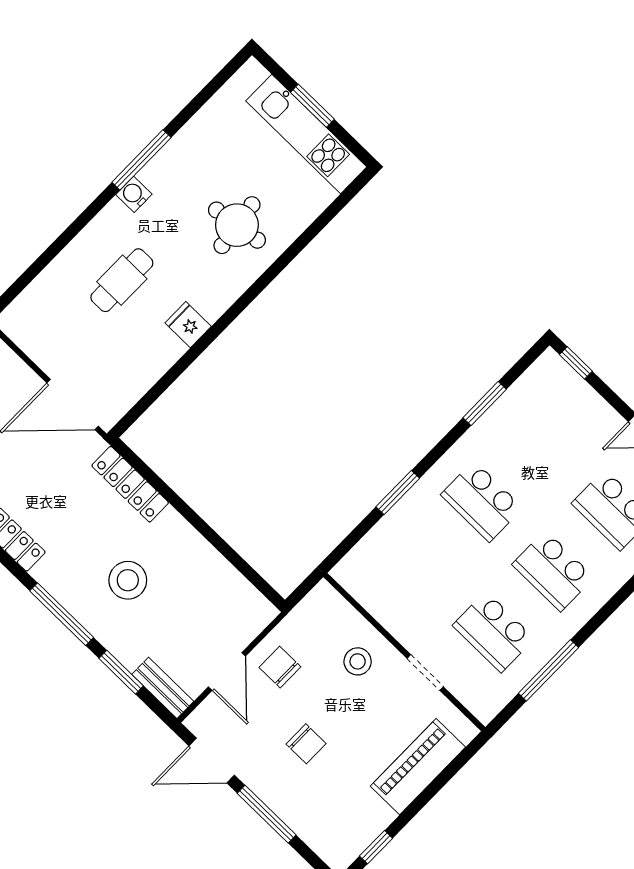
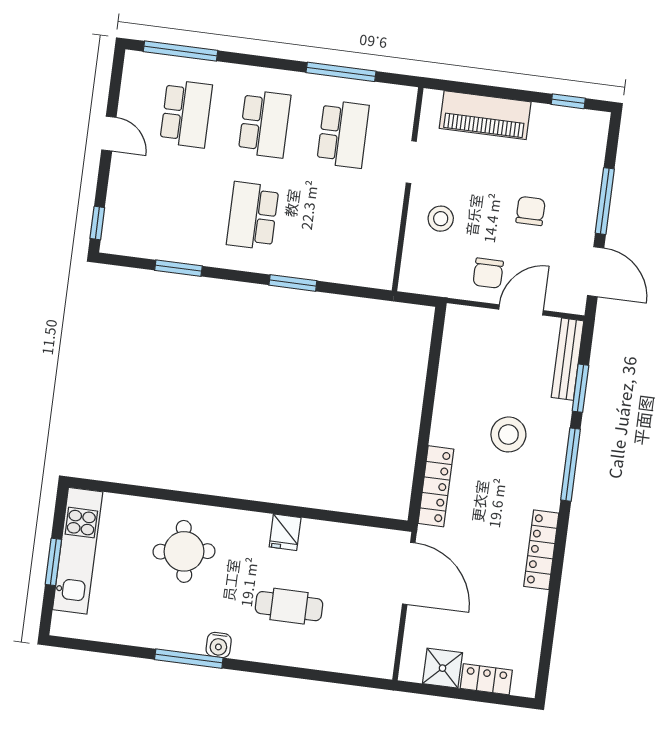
school desk: (482, 501) -> (253, 216), turned 180
bench: (163, 688) -> (568, 359), width x1.36

